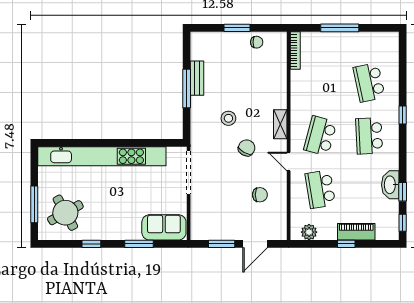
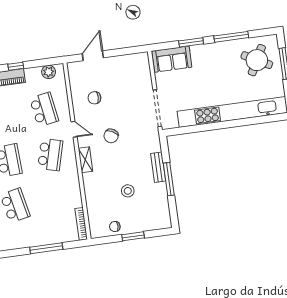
bench: (197, 78) -> (158, 167), moved
stool: (228, 118) -> (128, 191), moved
round table: (65, 213) -> (257, 60), turned -33
window: (91, 244) -> (231, 37), width x2.17
window: (222, 244) -> (121, 52), removed

